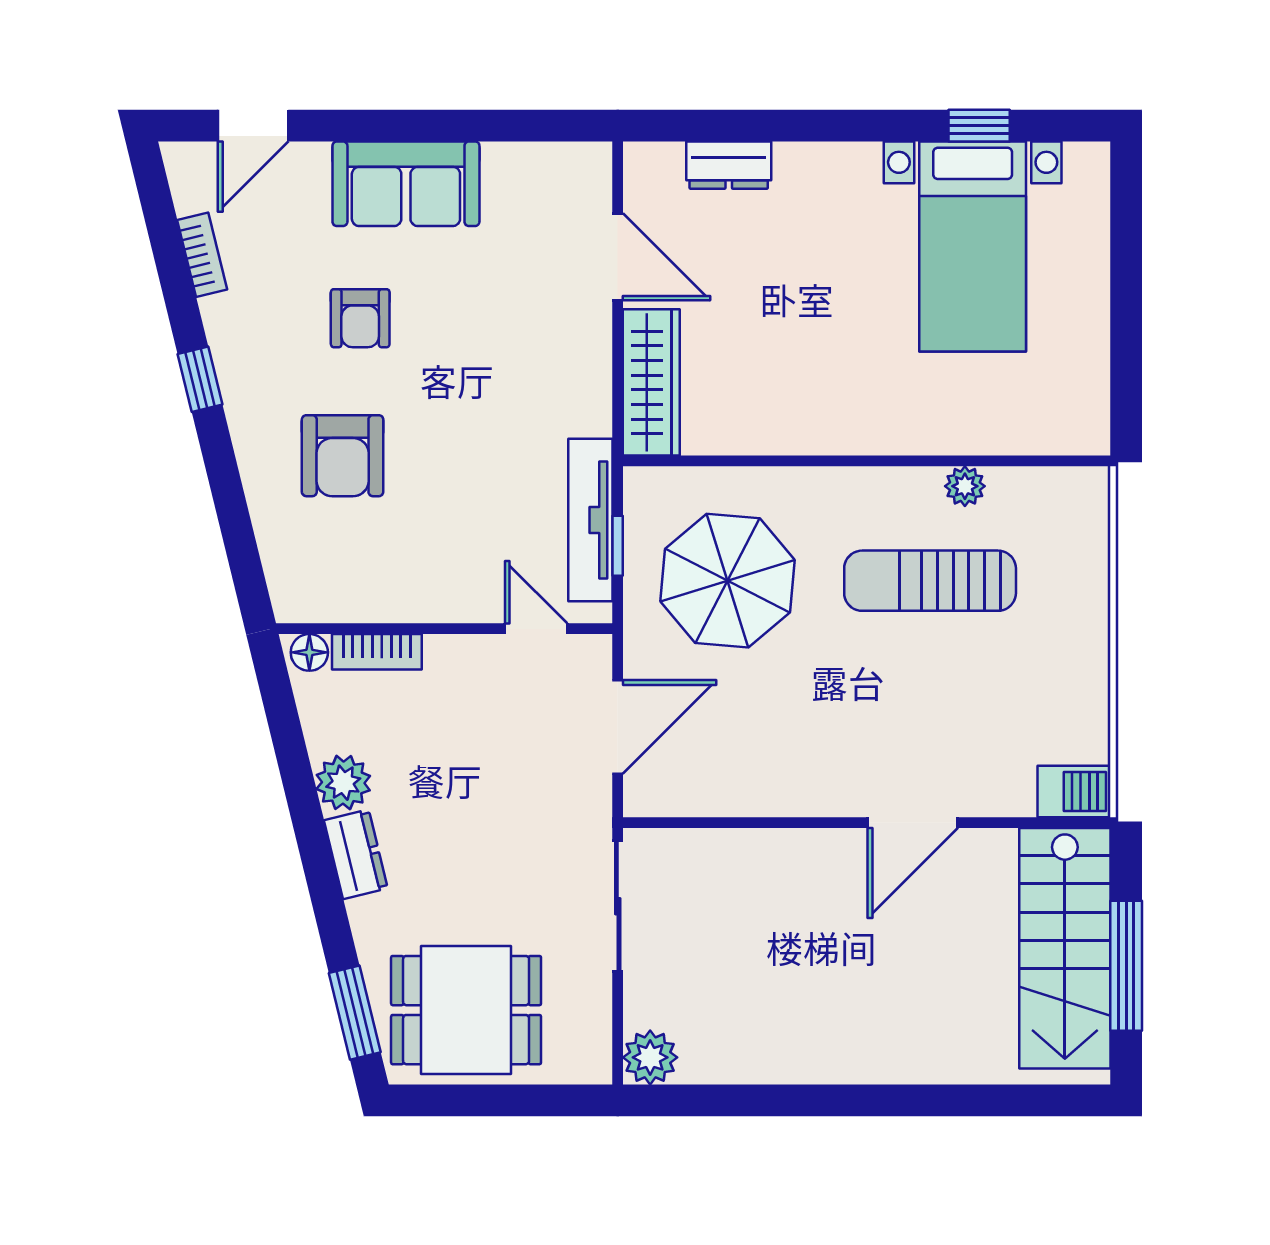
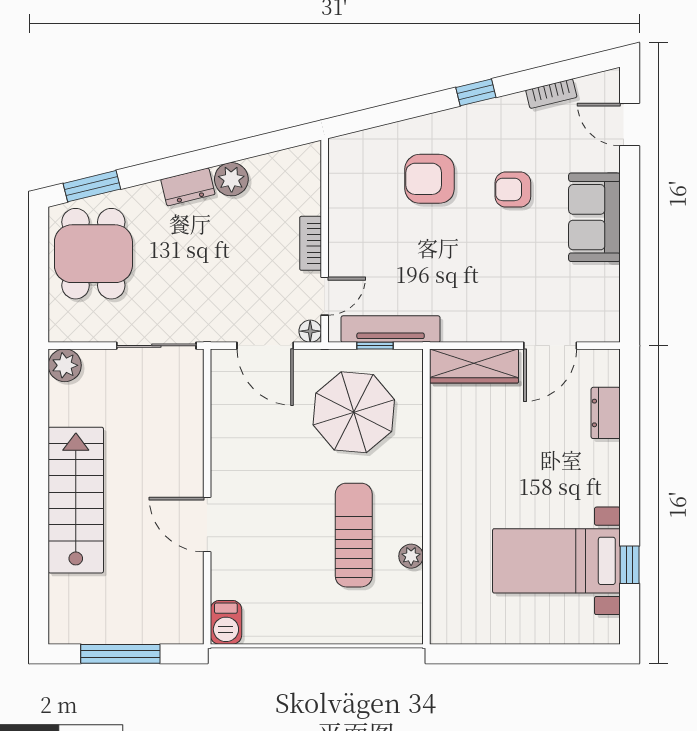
floor lamp: (309, 652) -> (310, 331), moved
bookcase: (377, 652) -> (311, 243), moved
stairs: (1065, 948) -> (76, 500), moved, turned 90

